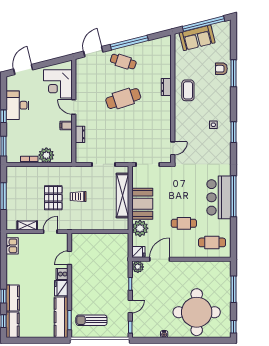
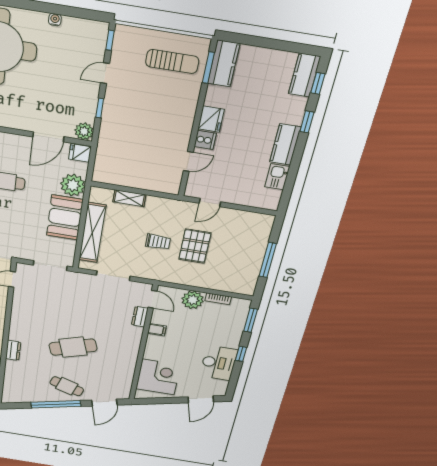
door: (74, 107) -> (152, 299), moved
shelving: (27, 225) -> (129, 198), moved
kitchen sink: (12, 246) -> (277, 177), moved
kitchen counter: (13, 298) -> (285, 145), moved
kitchen counter: (61, 317) -> (224, 64), width x0.67

